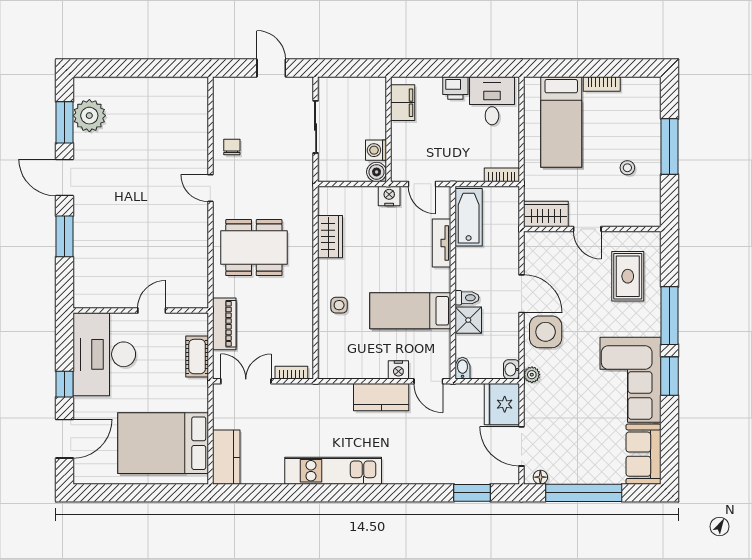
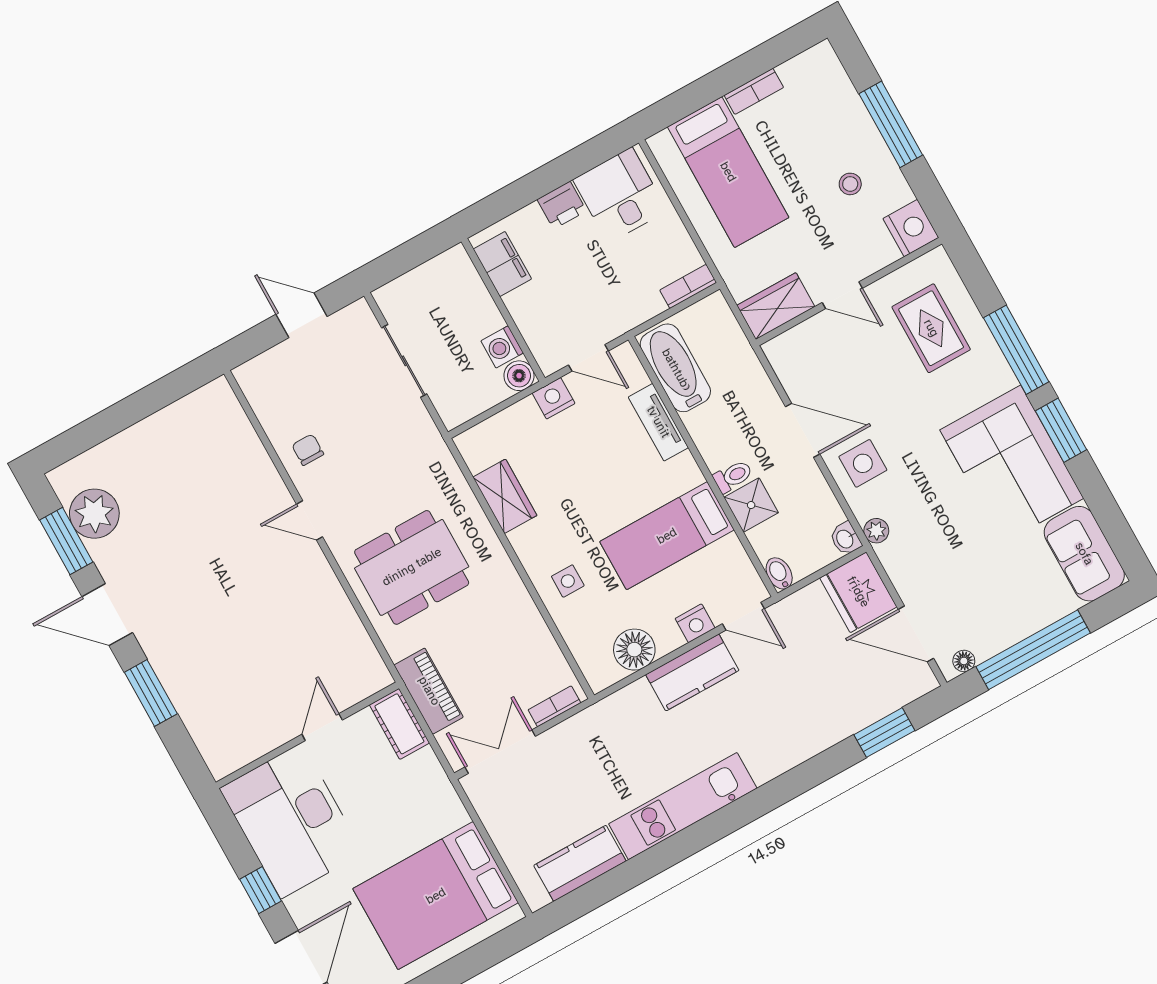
nightstand: (648, 212) -> (911, 228), added
side table: (546, 332) -> (863, 463), width x0.73, depth x0.73
cot: (197, 357) -> (399, 724), moved
floor lamp: (355, 366) -> (634, 650), added
kitchen counter: (226, 457) -> (580, 863), moved, turned -90

